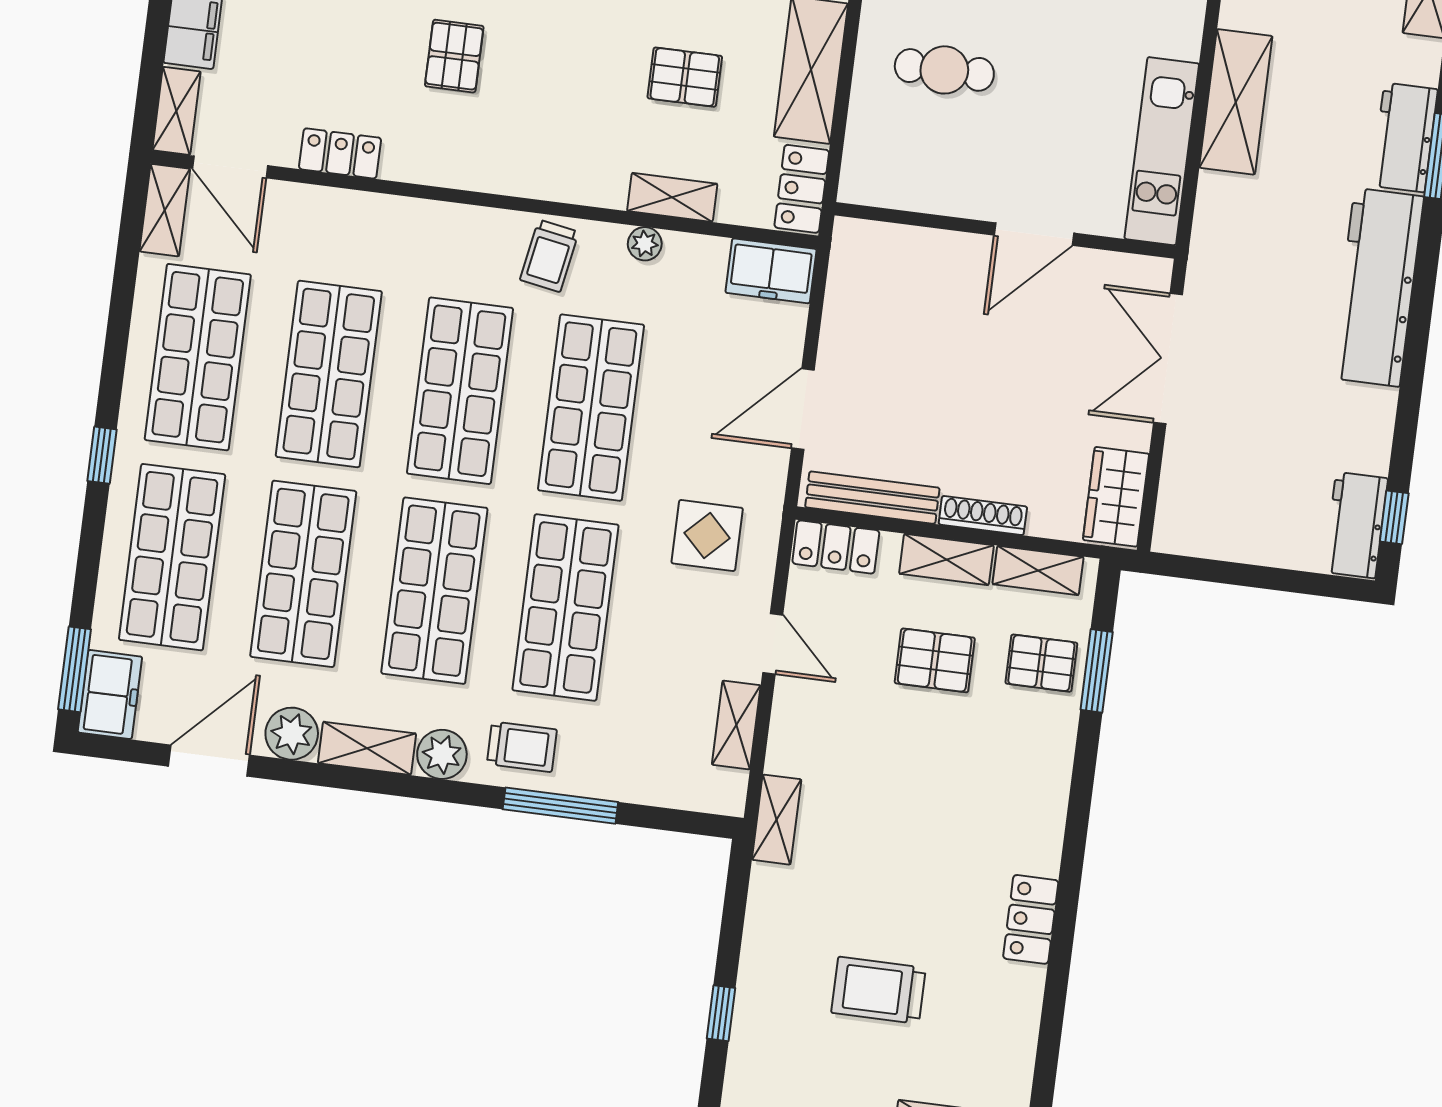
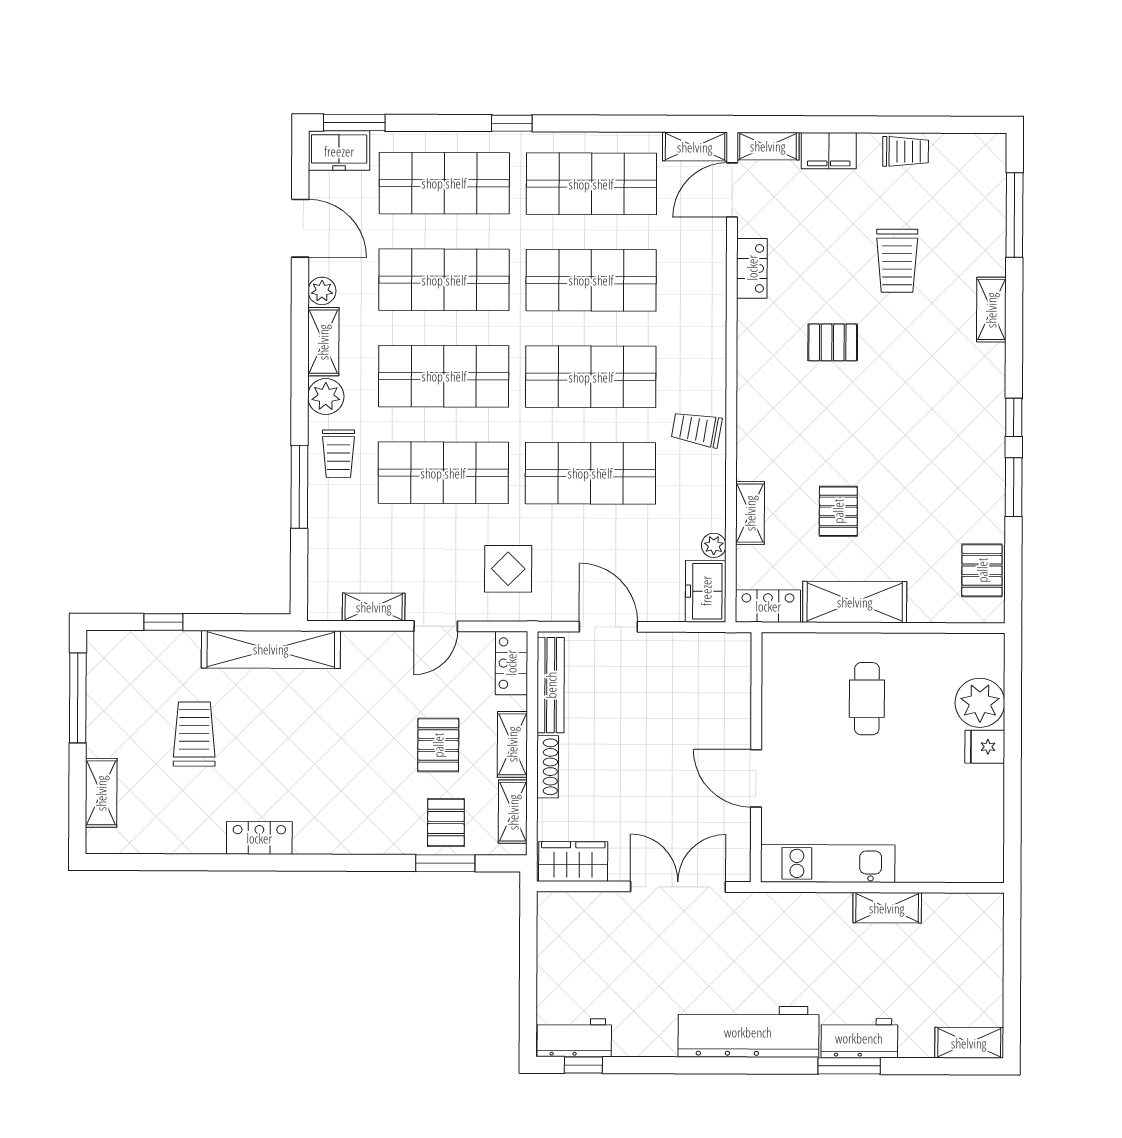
shelving: (1236, 102) -> (887, 908), width x0.67, depth x0.75
plant: (645, 244) -> (714, 545), moved
plant: (292, 734) -> (322, 291), width x0.73, depth x0.73
shelving: (777, 820) -> (271, 649), width x2.20, depth x1.33

